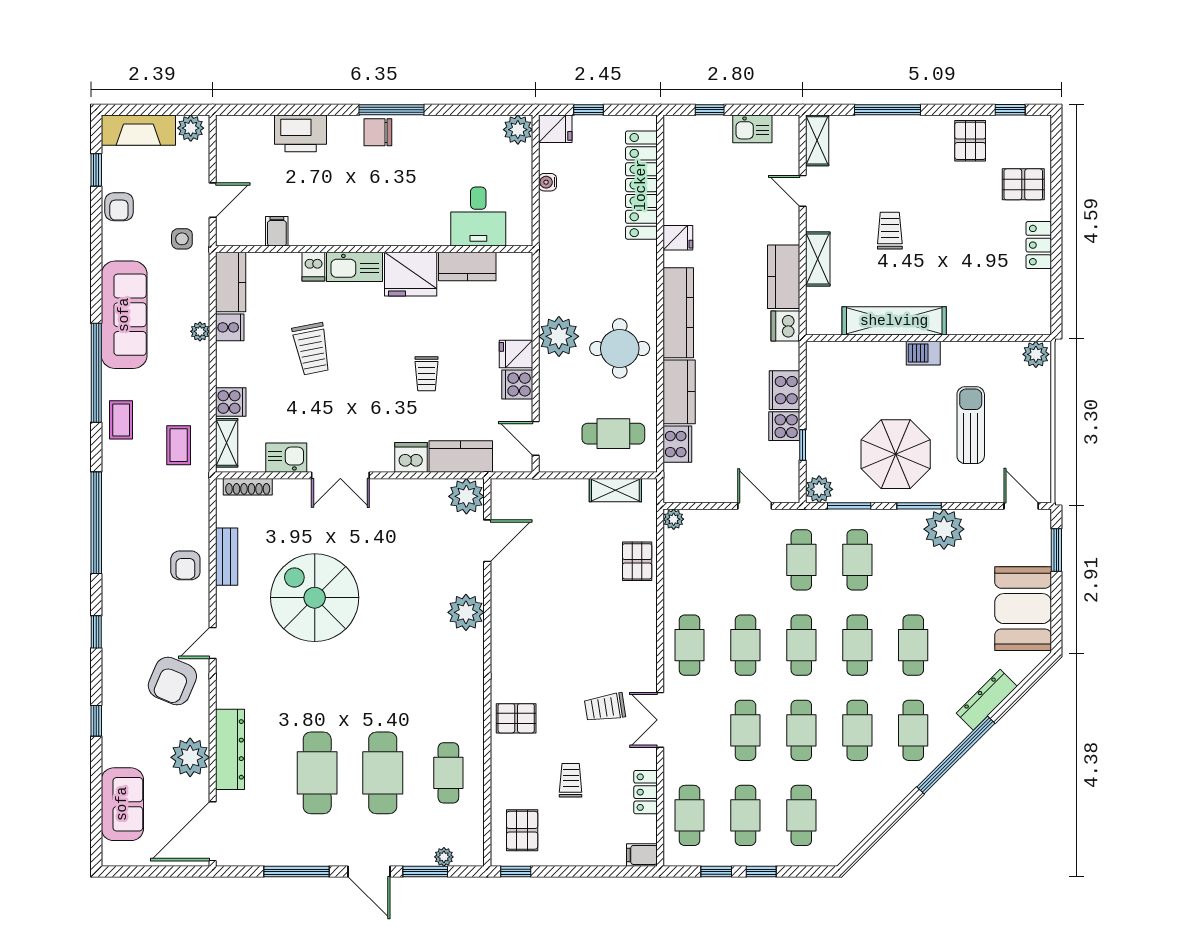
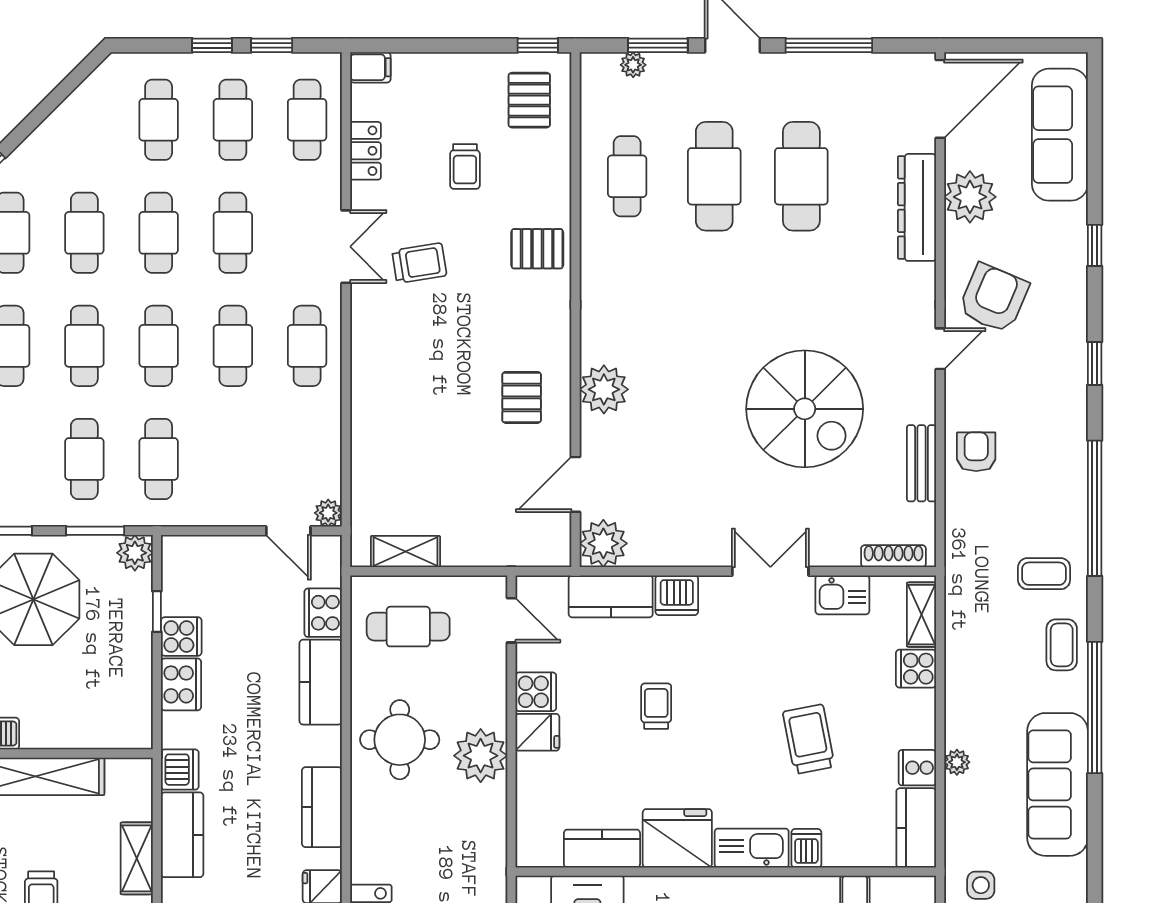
kitchen counter: (678, 313) -> (322, 807), width x0.67
coffee table: (179, 445) -> (1044, 574), moved, turned 90
door: (755, 506) -> (288, 531), moved
pallet: (637, 561) -> (522, 397), moved
sofa: (122, 804) -> (1060, 135), width x1.36

